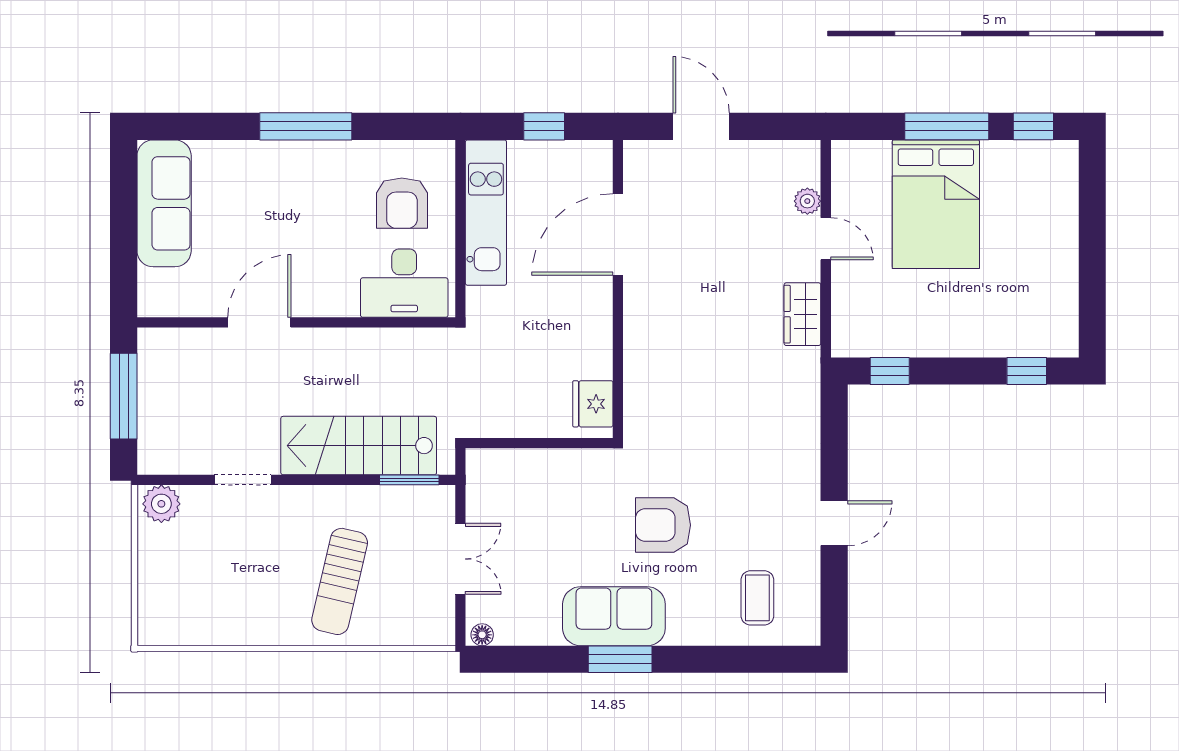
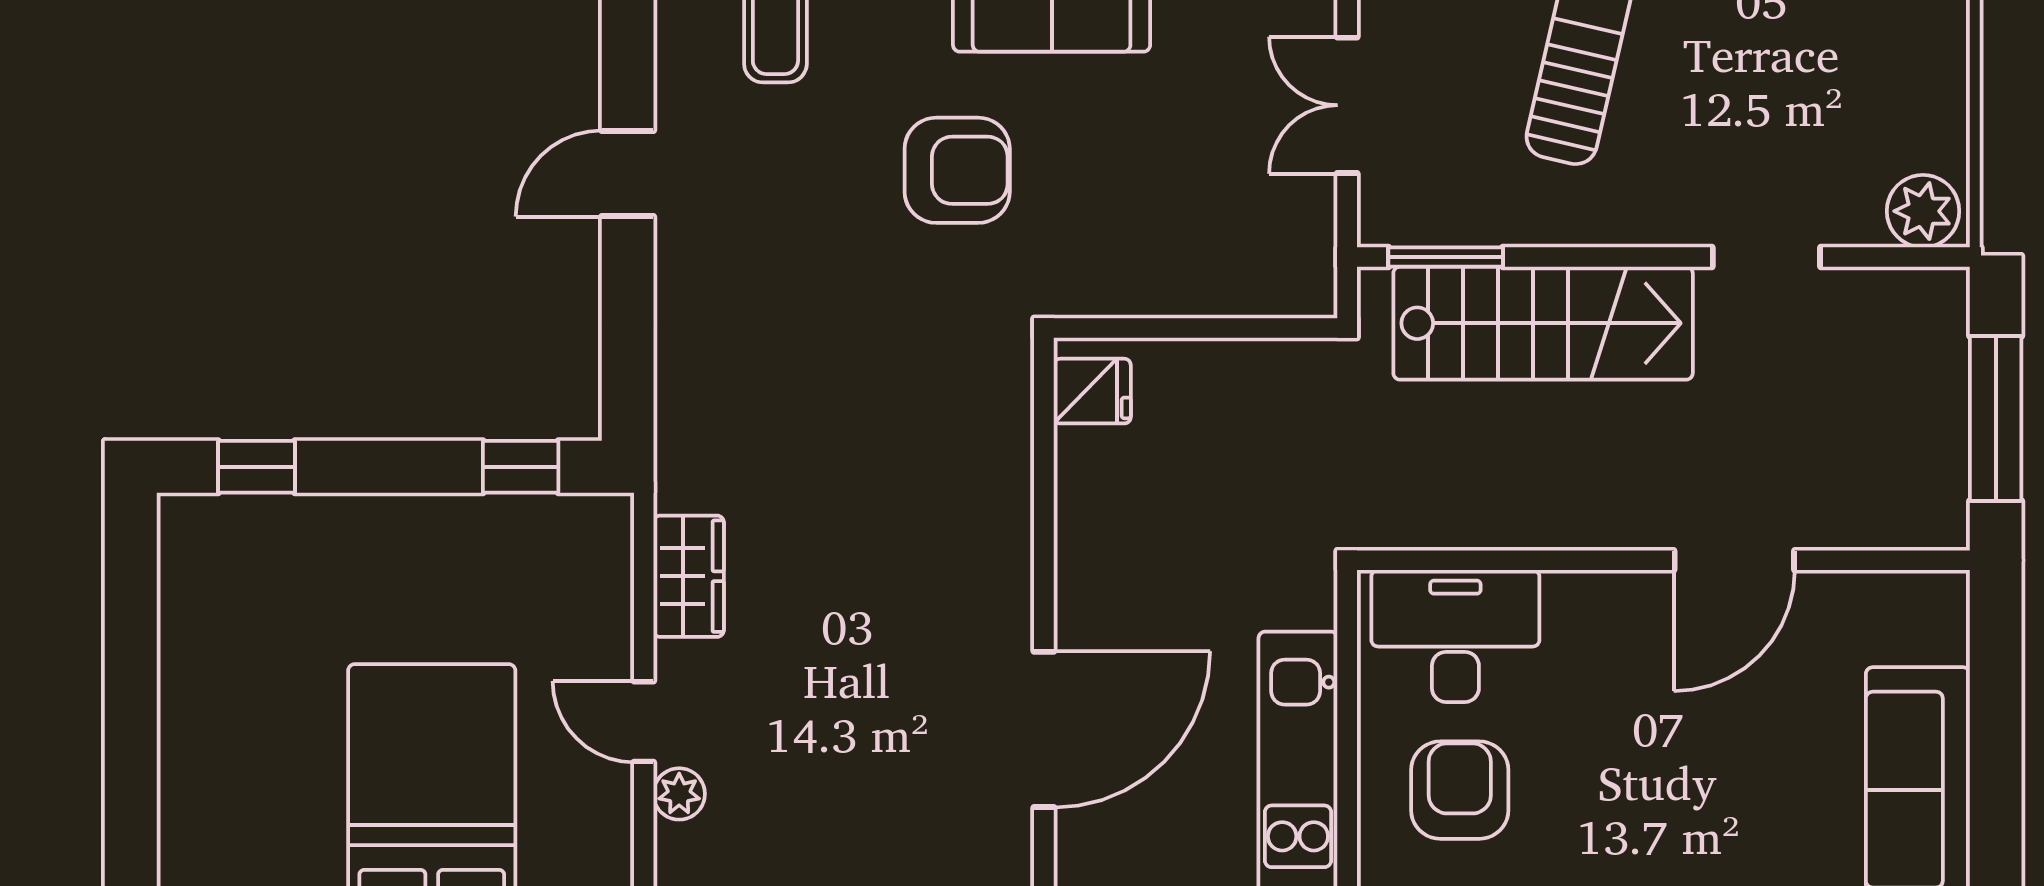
fridge: (593, 404) -> (1092, 391), width x0.72

